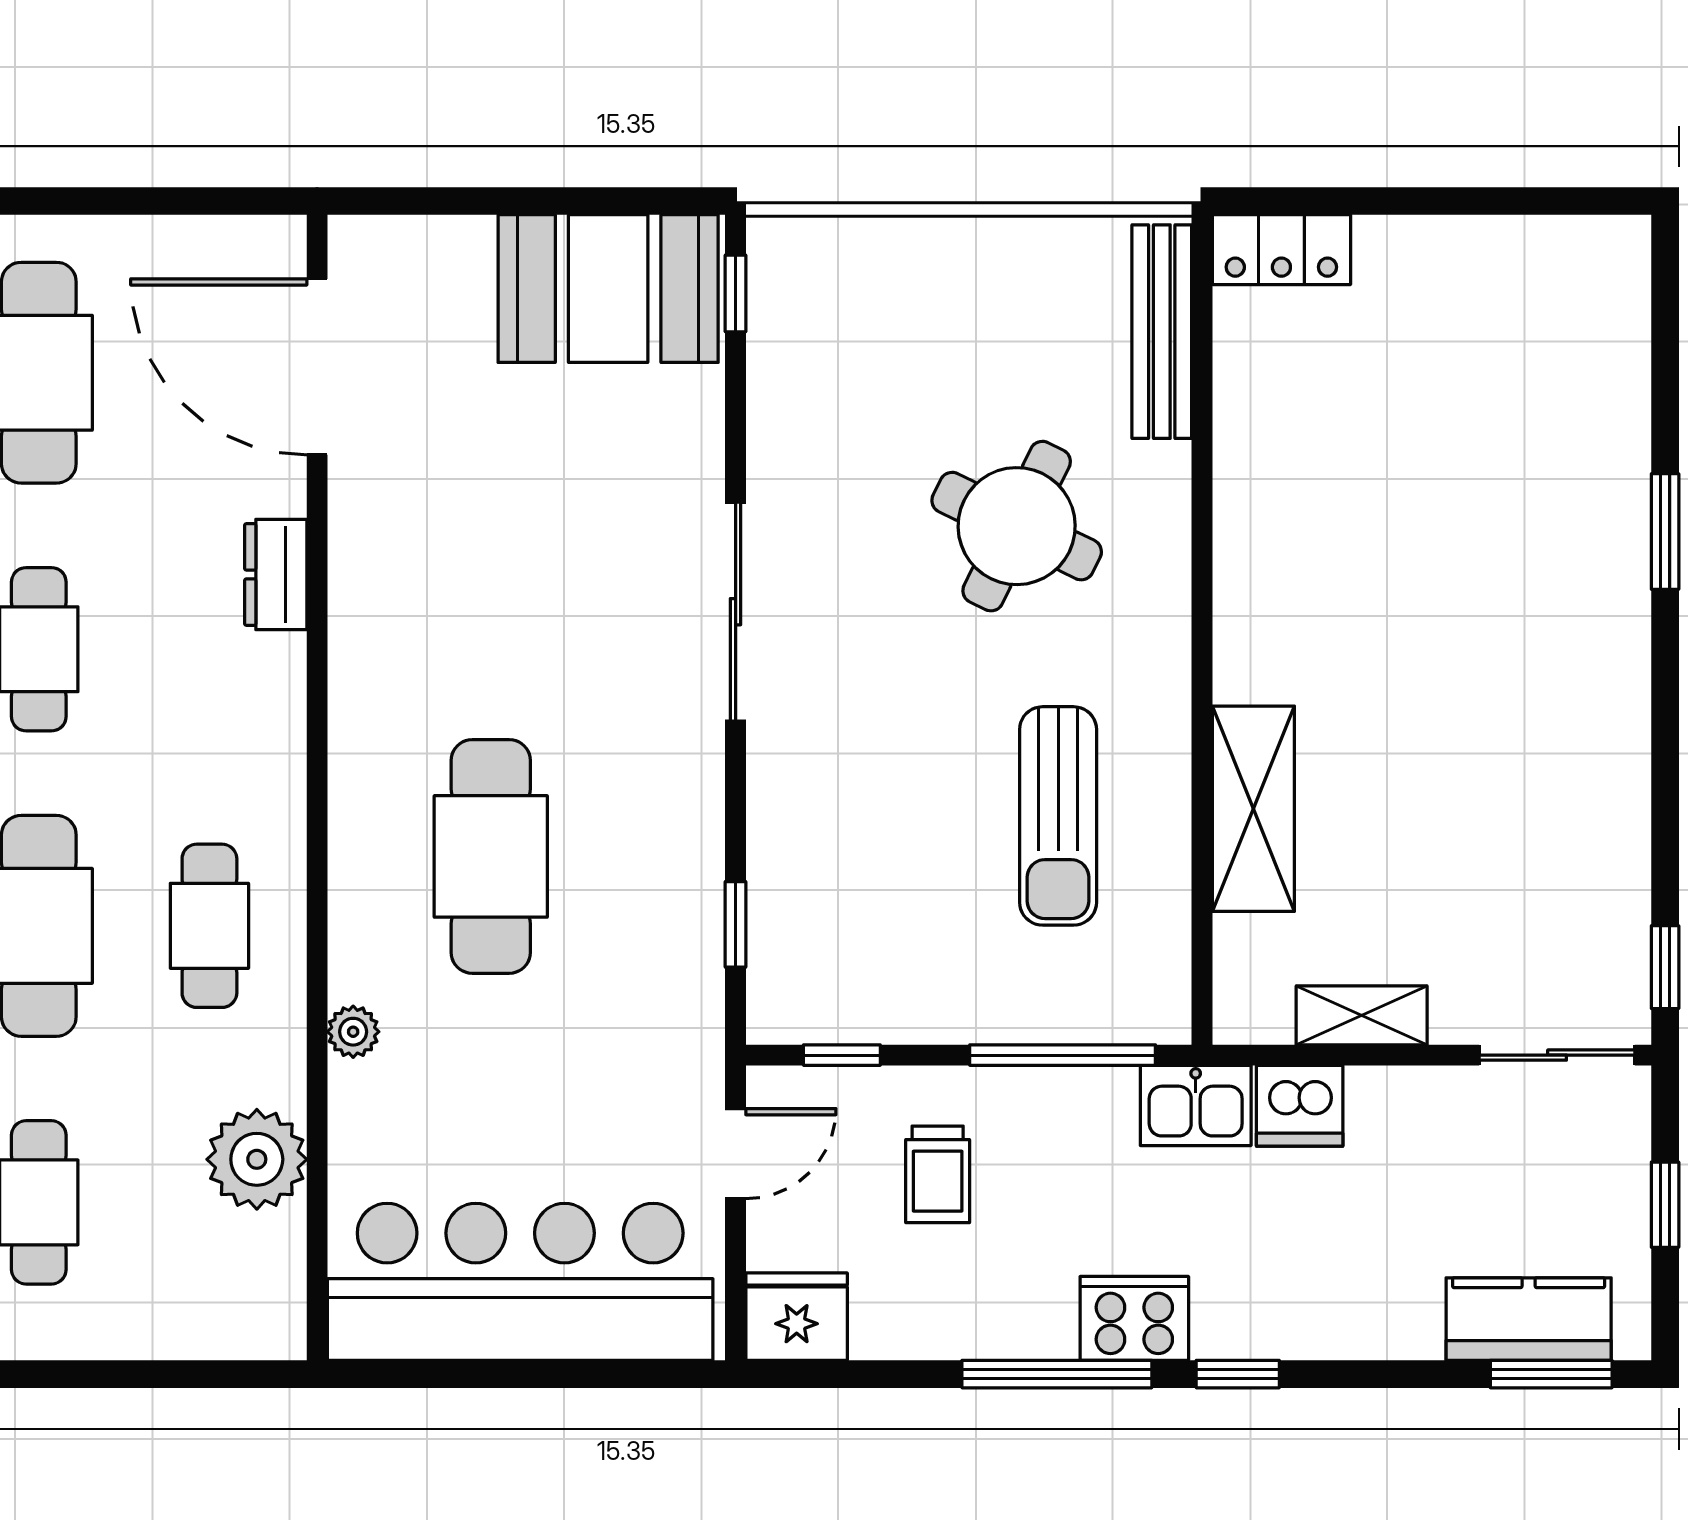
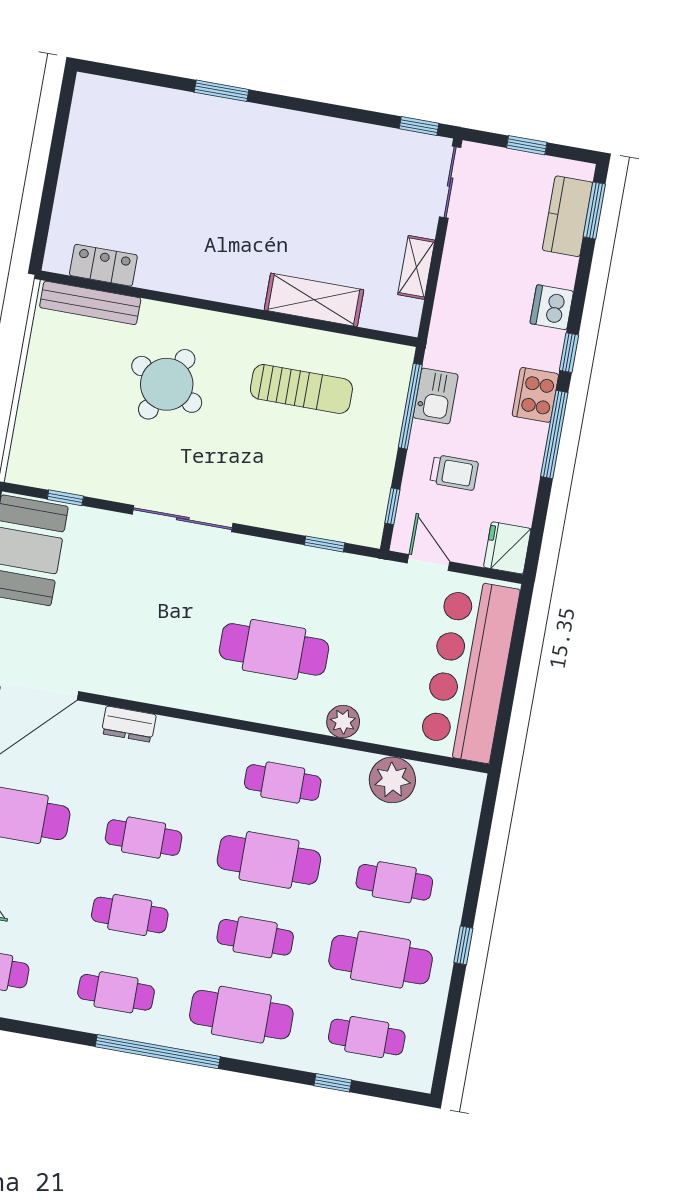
locker: (1281, 250) -> (103, 265), moved, turned -90
window: (736, 293) -> (65, 498), moved
plant: (353, 1032) -> (343, 722), width x1.38, depth x1.38
kitchen sink: (1196, 1105) -> (436, 396), moved
dishwasher: (1300, 1106) -> (552, 307), moved, turned 180

